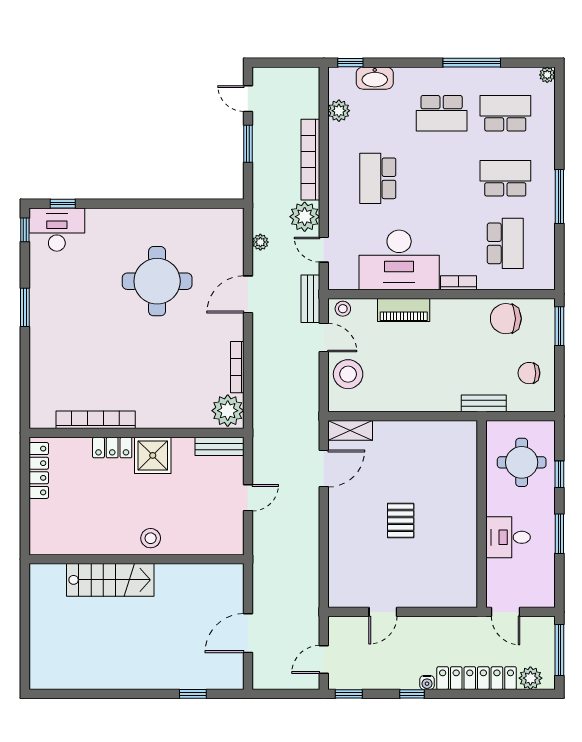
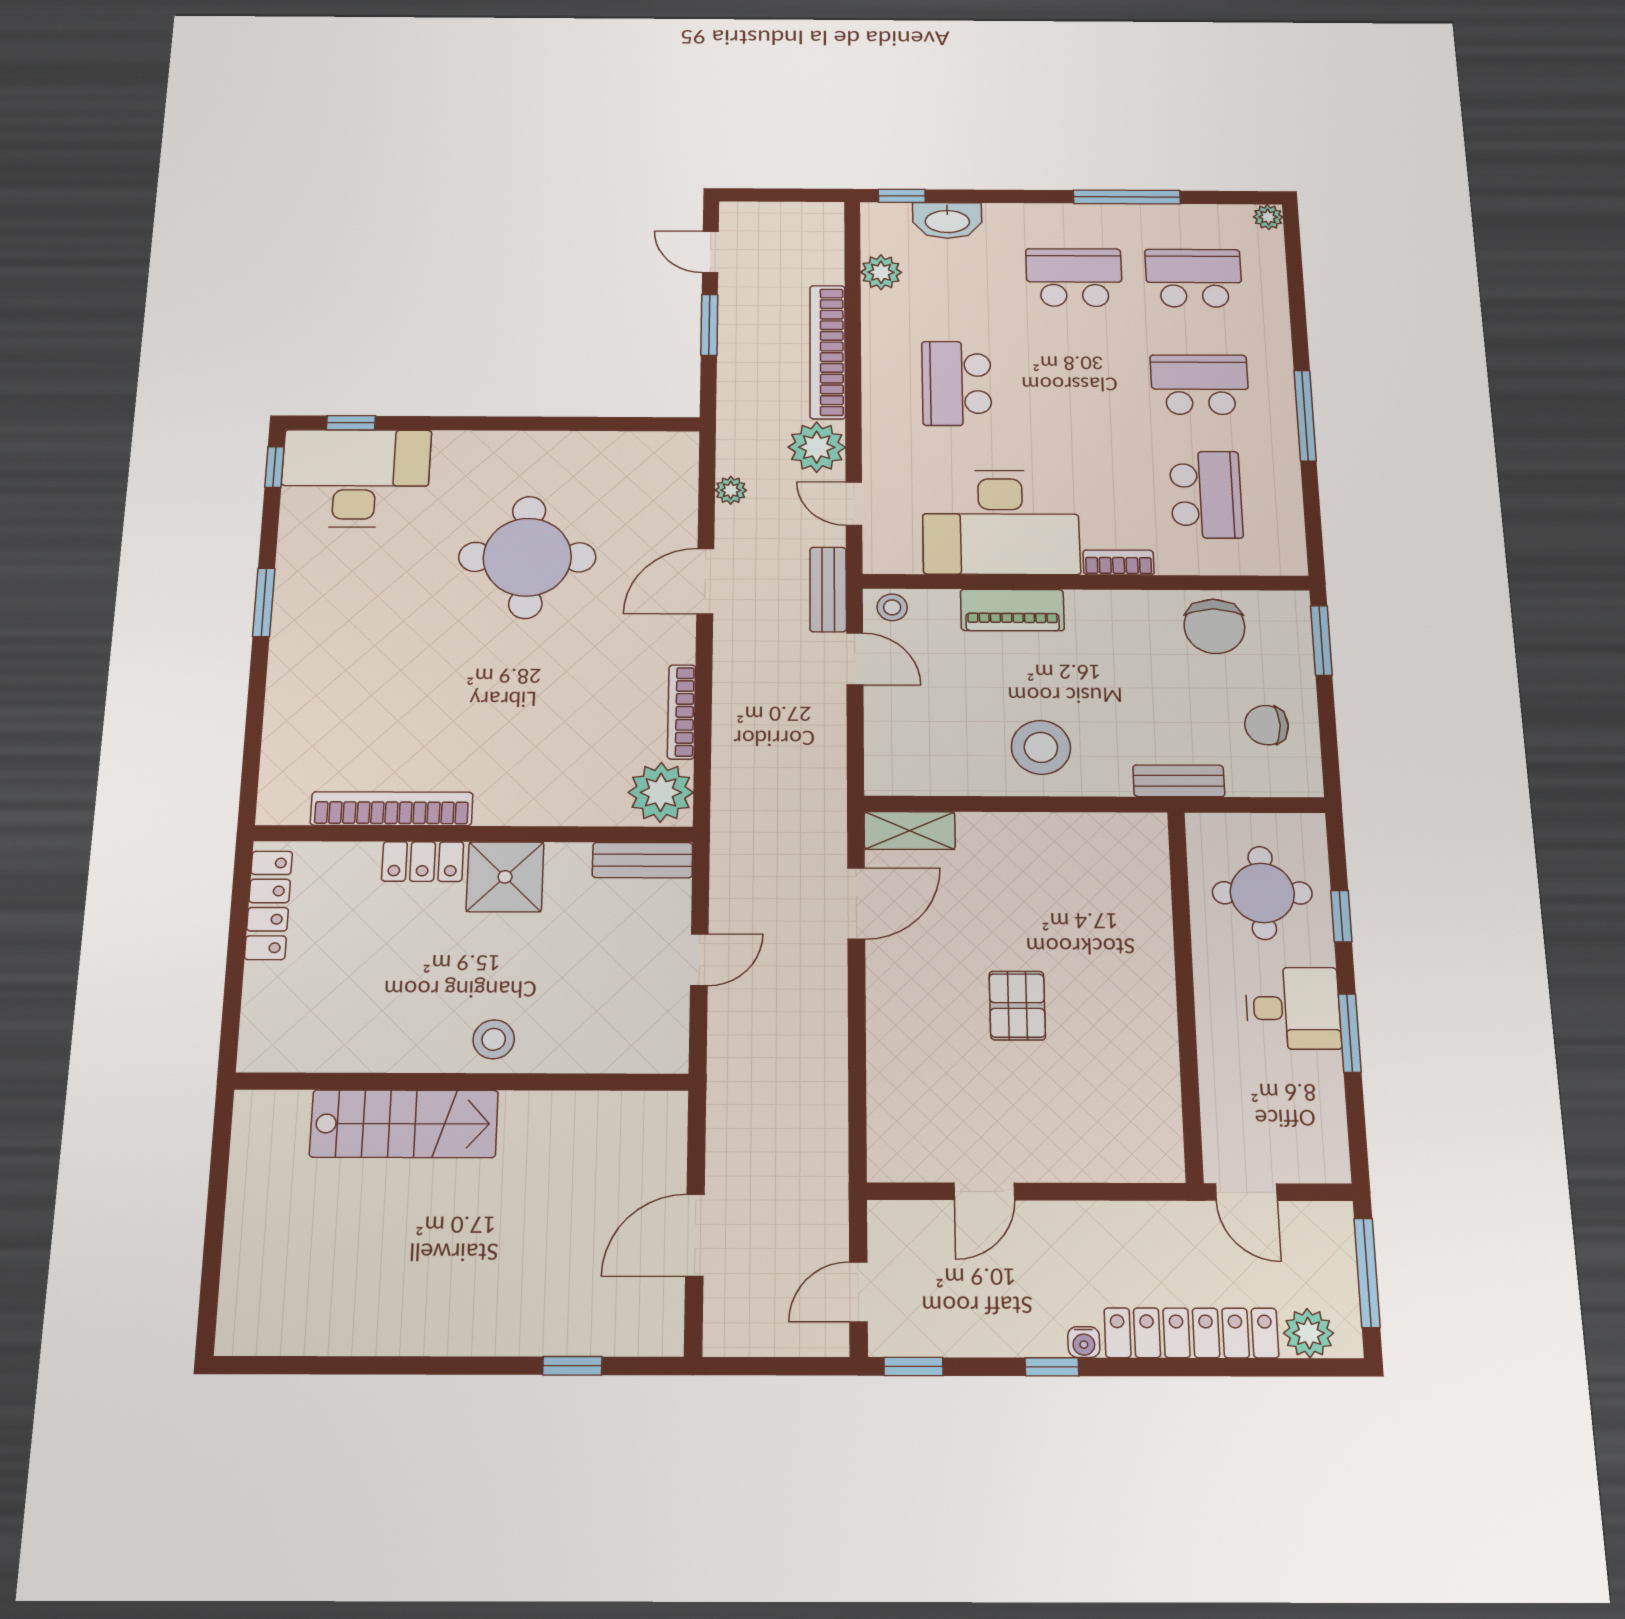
school desk: (442, 113) -> (1074, 277), turned 180
desk: (57, 230) -> (355, 478), width x1.36, depth x1.30
chair: (506, 319) -> (1214, 626), turned -90
stool: (348, 374) -> (1041, 747), moved
desk: (508, 537) -> (1293, 1008), moved, turned 180

